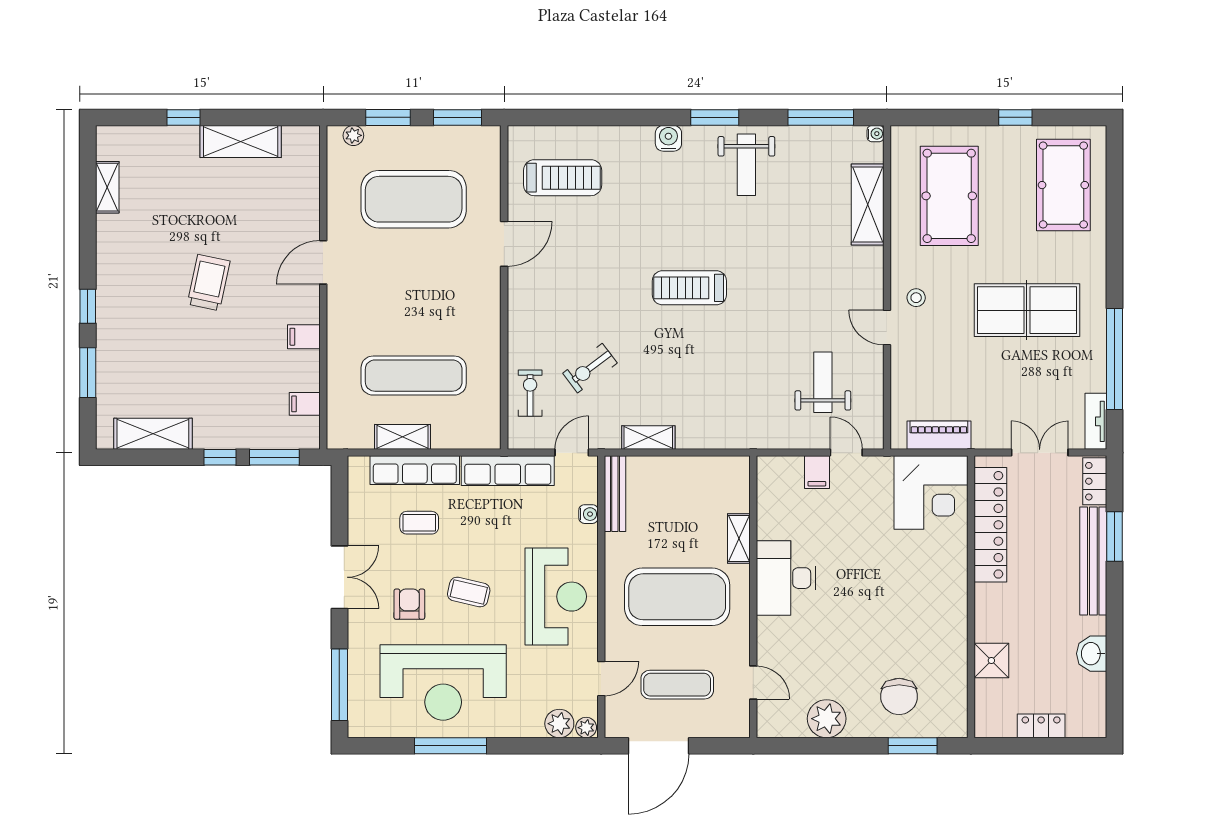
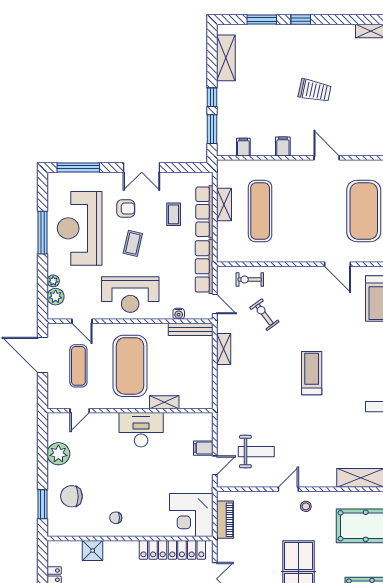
exercise bike: (530, 393) -> (250, 279), turned 180
chair: (935, 621) -> (116, 518), added
plant: (586, 728) -> (53, 281), moved

